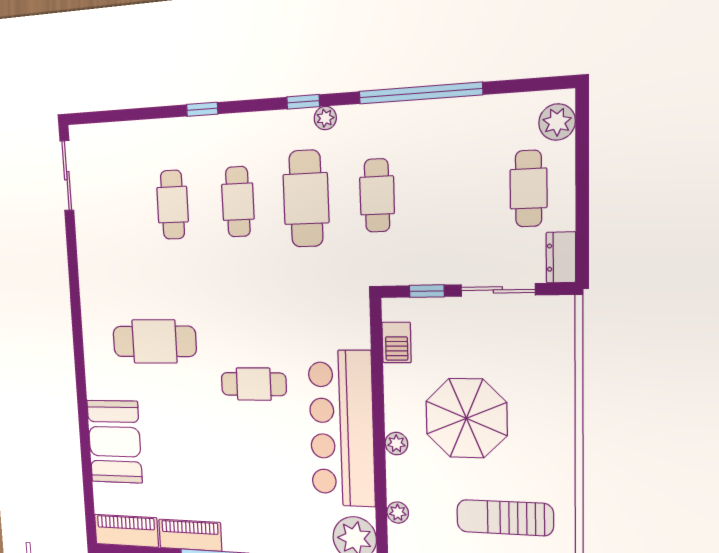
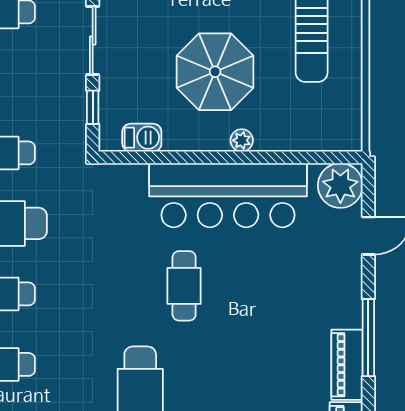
plant: (398, 513) -> (311, 141), removed

